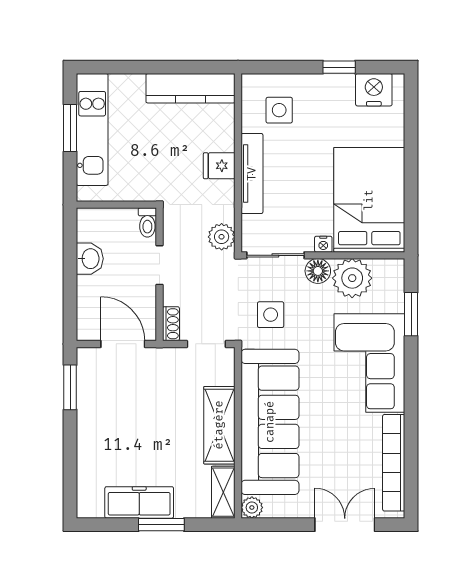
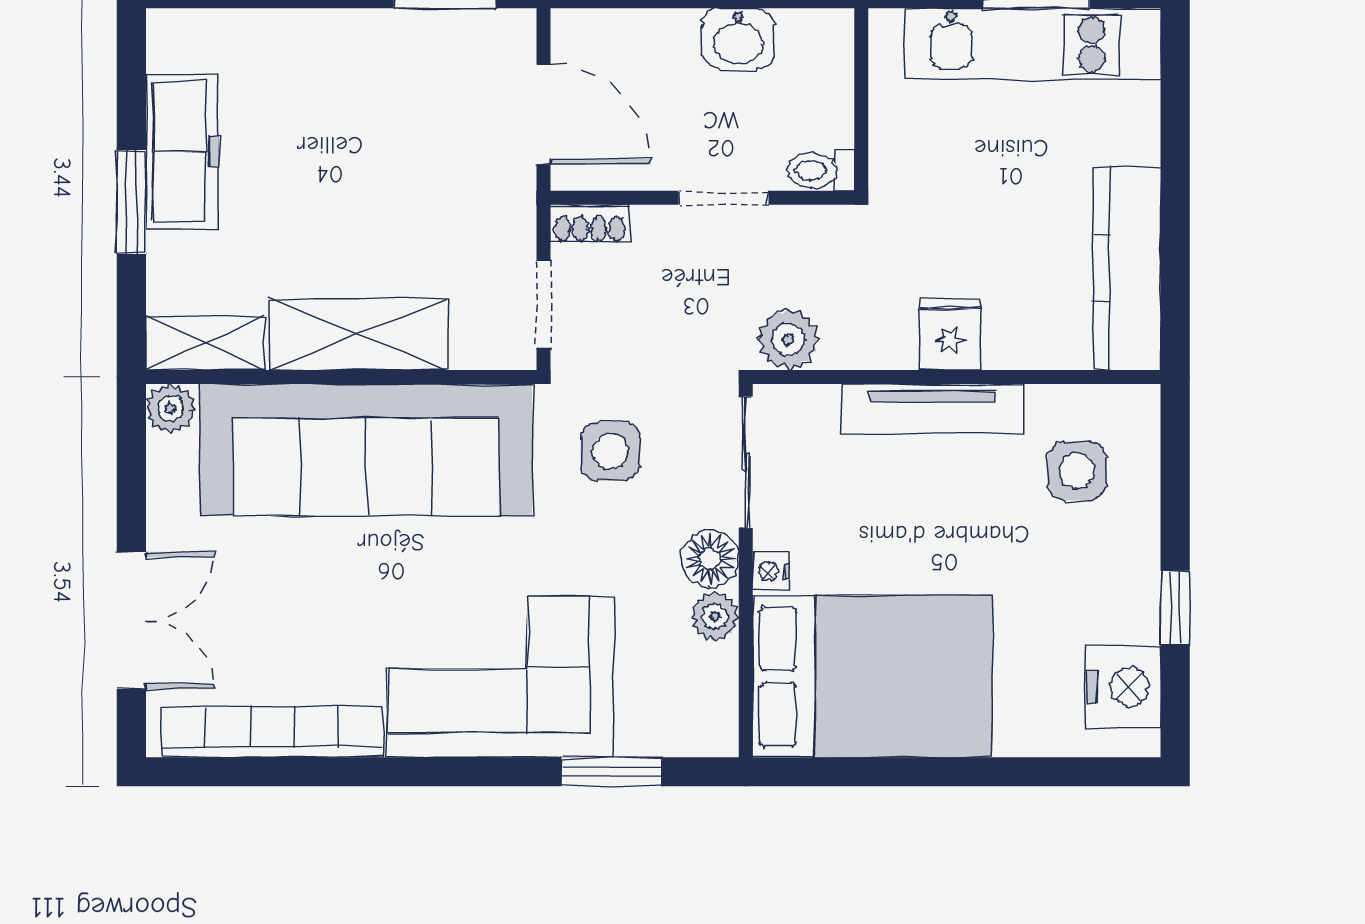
plant: (352, 278) -> (715, 616), width x0.53, depth x0.53
door: (123, 344) -> (543, 114), hinge flipped

